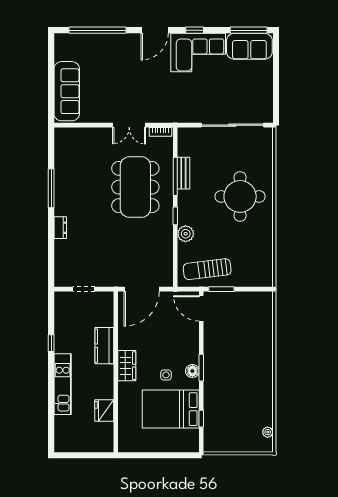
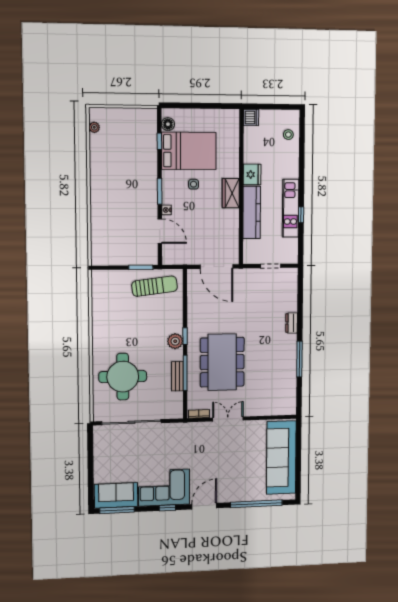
sofa: (67, 91) -> (281, 458), width x1.36, depth x1.27
round table: (240, 196) -> (123, 377), moved
plant: (186, 234) -> (175, 341), moved
door: (142, 289) -> (217, 267), swing flipped
door: (201, 308) -> (160, 231), moved
kitchen counter: (104, 346) -> (252, 212), width x1.50
nightstand: (194, 348) -> (166, 210), added
floor lamp: (192, 371) -> (168, 124), moved
kitchen unit: (63, 384) -> (290, 208), moved
fridge: (104, 410) -> (252, 175), moved
stool: (66, 427) -> (288, 135), added
dishwasher: (106, 444) -> (251, 118), added

